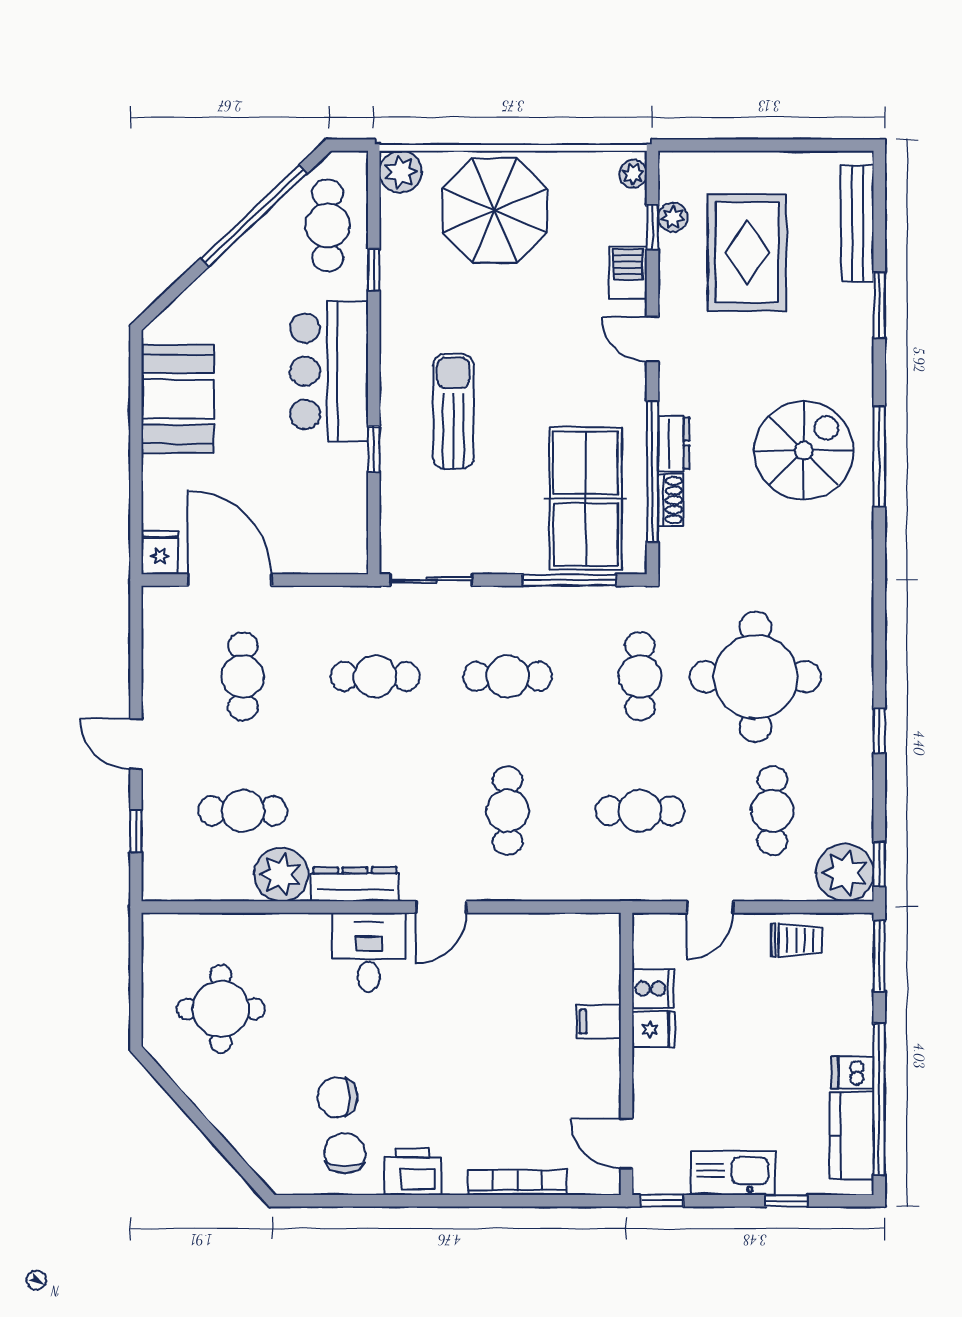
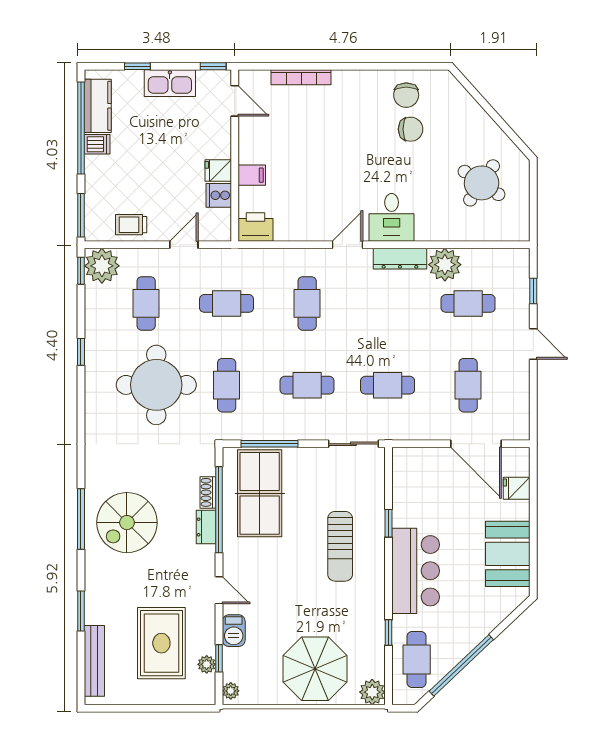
fridge: (160, 553) -> (517, 488), moved, turned 90
round table: (221, 1009) -> (482, 183), turned 34
printer: (413, 1171) -> (256, 227), moved, turned 180

